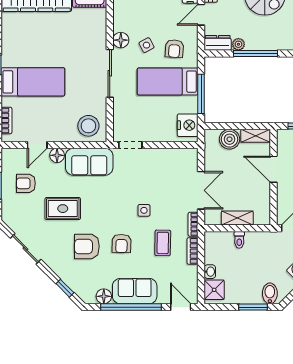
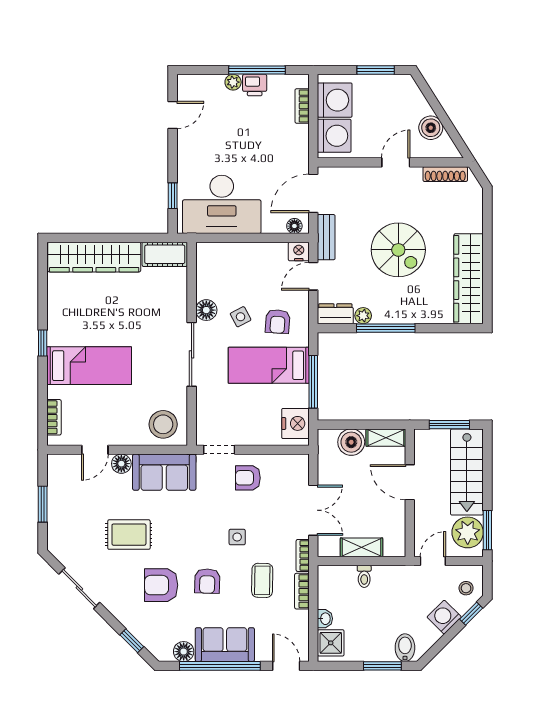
armchair: (26, 183) -> (248, 478), moved

